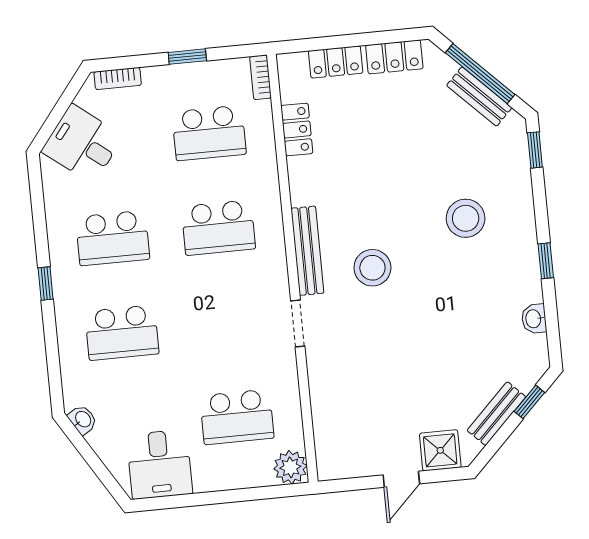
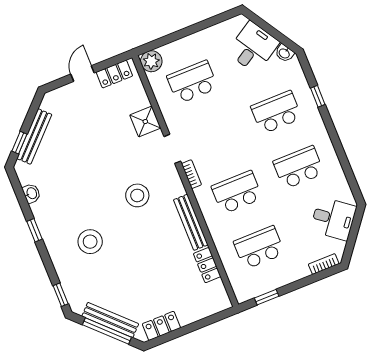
window: (187, 57) -> (267, 297), moved
locker: (336, 62) -> (114, 74), moved, turned 180
bookcase: (260, 77) -> (191, 174), moved
bench: (479, 96) -> (110, 320), width x1.36
bench: (307, 251) -> (191, 222), moved
window: (46, 284) -> (318, 96), moved
bench: (496, 414) -> (34, 136), width x1.36
shower: (440, 450) -> (145, 122), moved
desk: (160, 464) -> (253, 47), moved, turned 58

